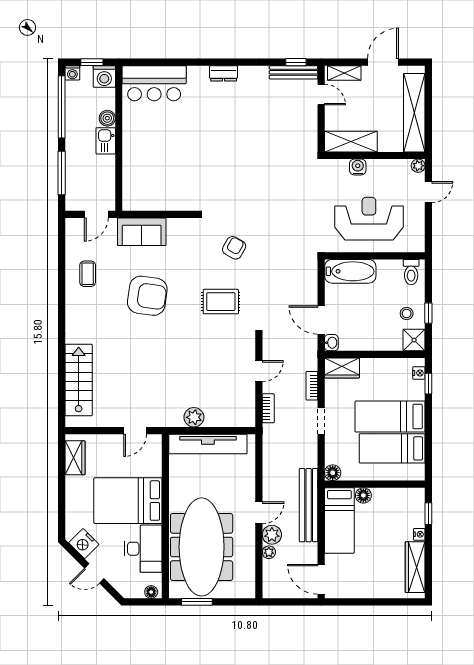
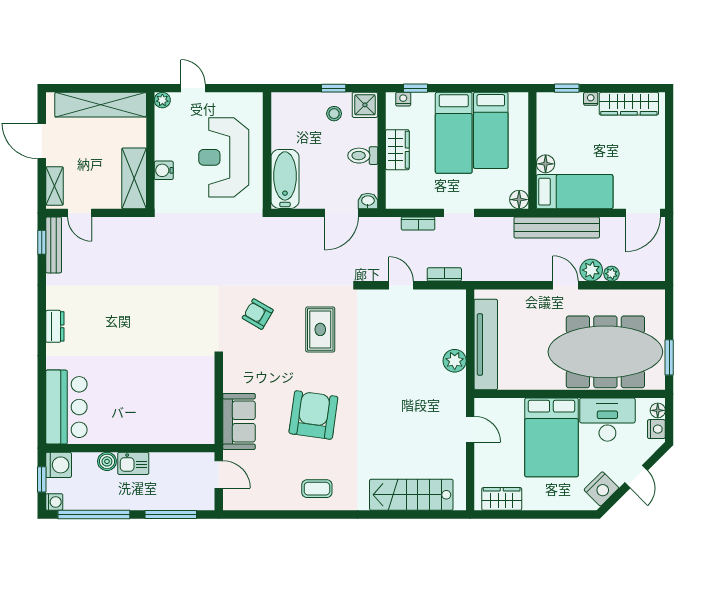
door: (321, 95) -> (80, 213), swing flipped
toilet: (411, 272) -> (363, 156), moved, turned 180
coffee table: (88, 274) -> (317, 489), moved
wardrobe: (342, 368) -> (397, 150), moved
nightstand: (135, 591) -> (656, 429), added

